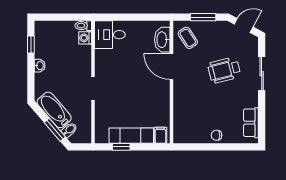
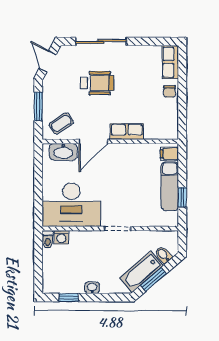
desk: (110, 35) -> (71, 205), width x1.87, depth x1.30
wheelchair: (224, 70) -> (97, 83), turned -76
sliding door: (262, 74) -> (101, 41), width x1.37
row of seats: (180, 97) -> (127, 132), added
row of seats: (251, 123) -> (170, 62), moved, turned 90
window: (55, 130) -> (153, 279), moved

